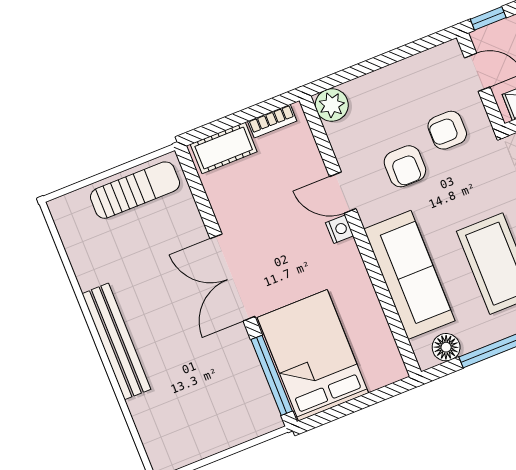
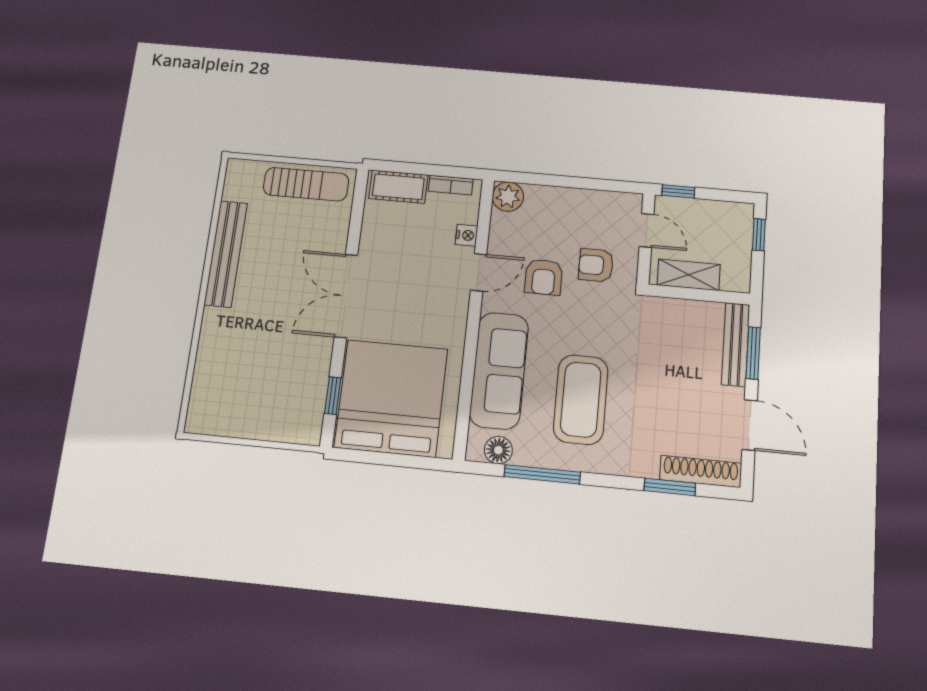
door: (343, 193) -> (479, 272), swing flipped
nightstand: (340, 229) -> (466, 235), moved
bench: (116, 341) -> (226, 254), moved
bed: (313, 355) -> (391, 398), width x1.36
window: (272, 375) -> (333, 396), width x0.46

